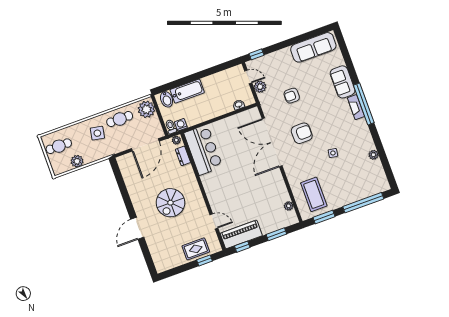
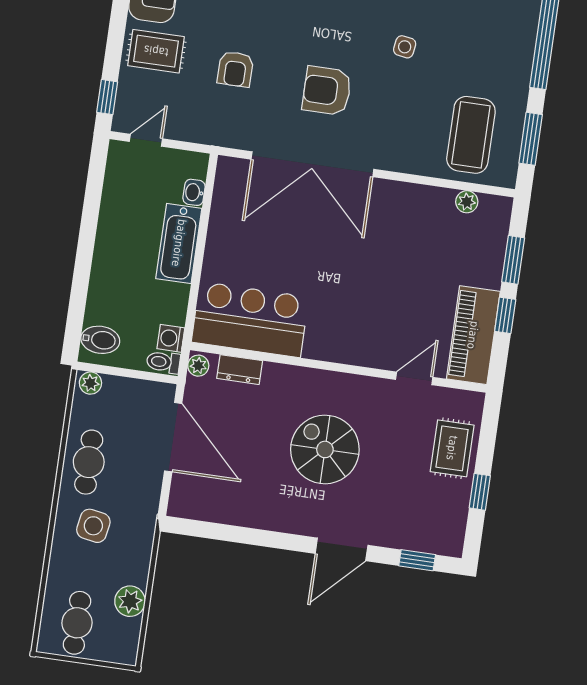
rug: (283, 63) -> (156, 51), added
plant: (260, 87) -> (180, 126), removed
bathtub: (187, 91) -> (179, 243), moved, turned 180
plant: (146, 109) -> (90, 383), width x0.53, depth x0.53
armchair: (302, 133) -> (327, 91), turned -90
coffee table: (314, 194) -> (471, 135), turned 90
spiral stairs: (170, 203) -> (325, 449), turned 180
door: (137, 228) -> (342, 549), hinge flipped
window: (242, 247) -> (505, 315), moved
window: (148, 258) -> (417, 560), added
window: (205, 260) -> (480, 492), moved

